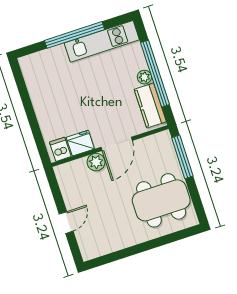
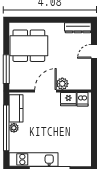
dresser: (100, 249) -> (78, 28), added

